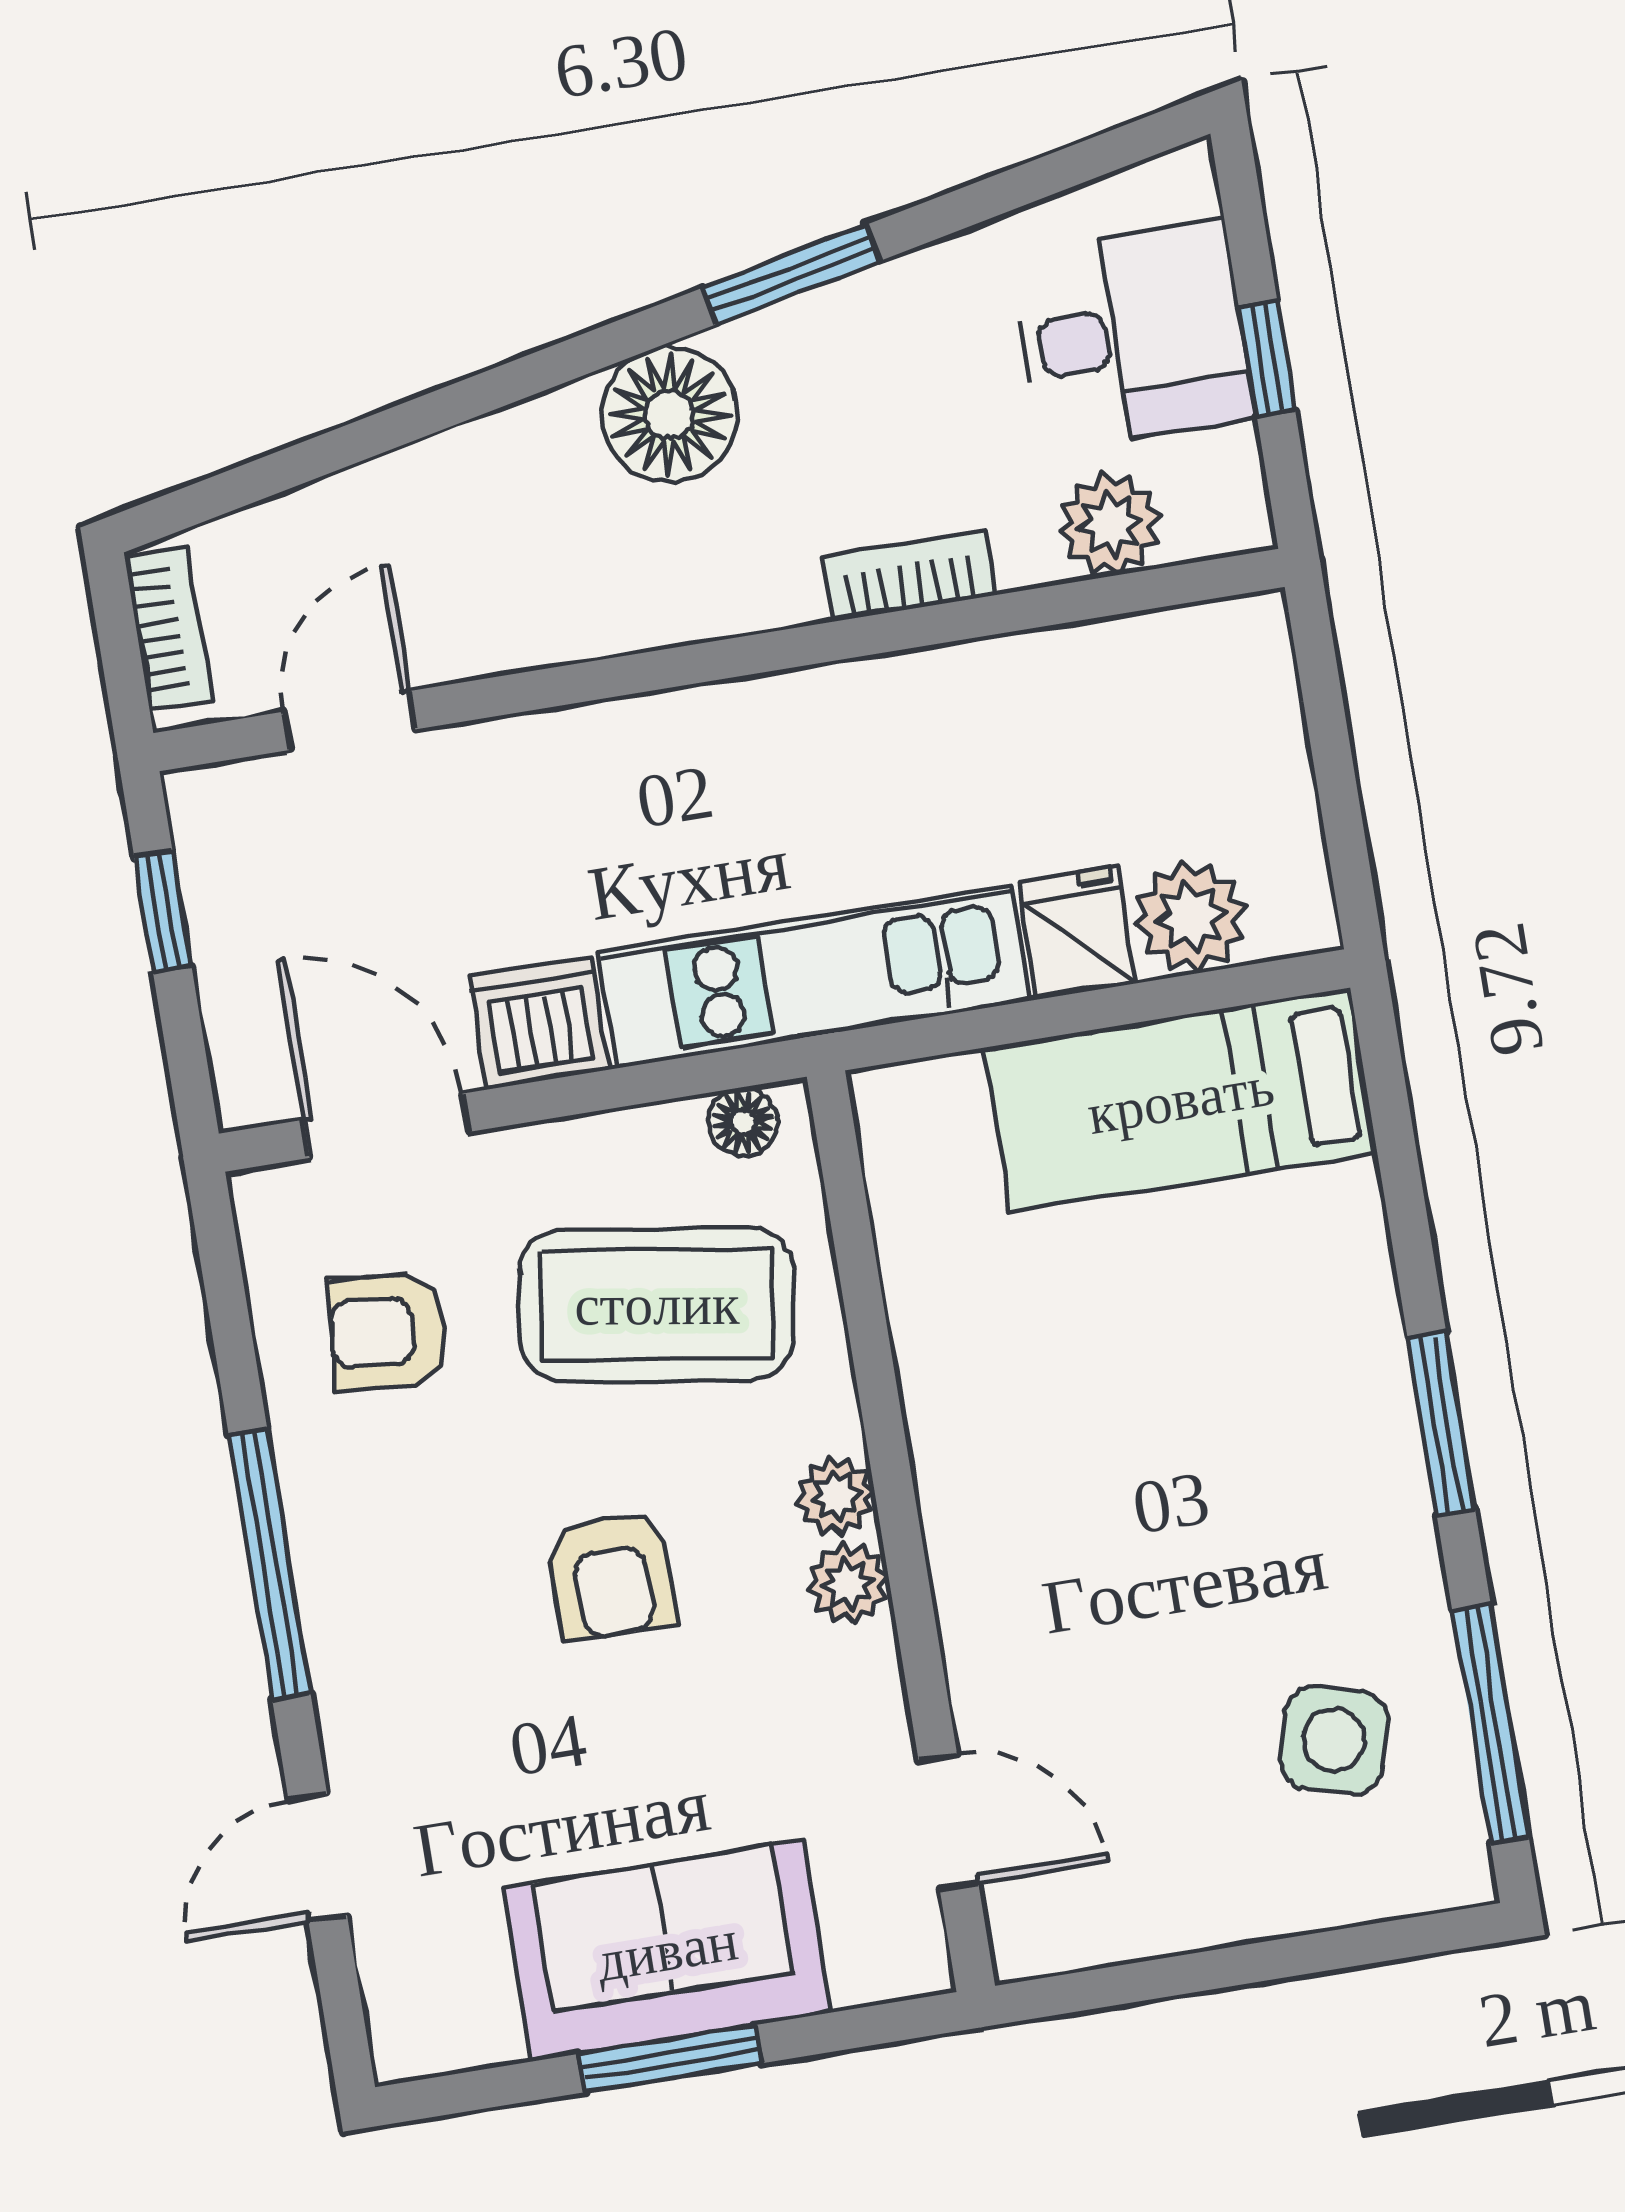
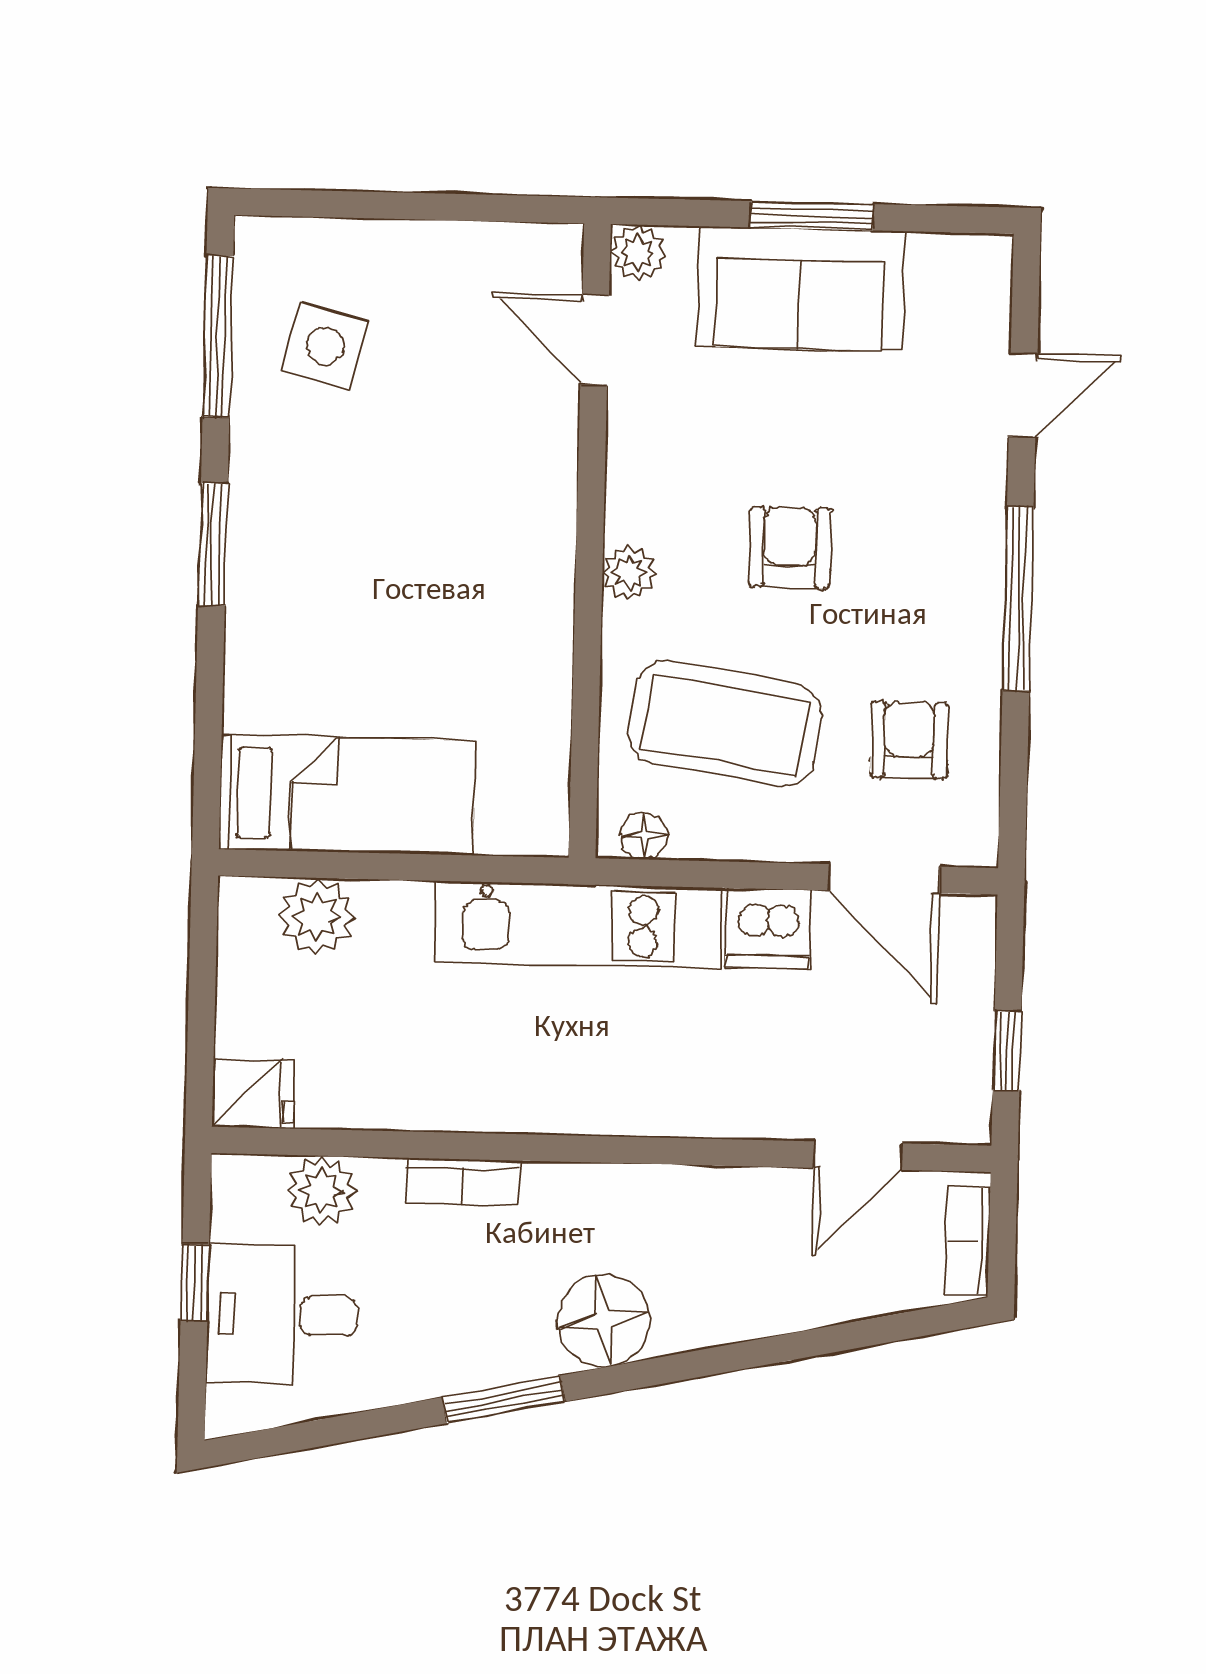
fridge: (1077, 933) -> (253, 1093), moved, turned -90
armchair: (388, 1332) -> (909, 740), turned -95
plant: (848, 1583) -> (638, 253), moved

